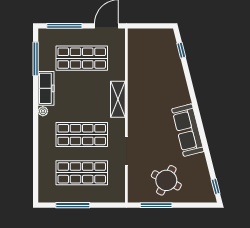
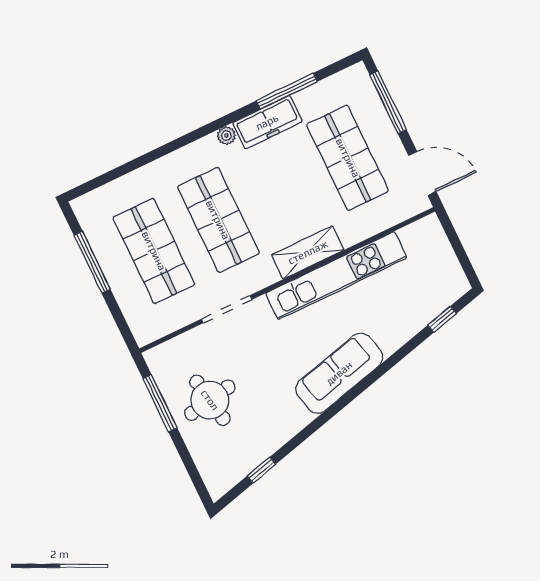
window: (36, 59) -> (287, 91), moved
kitchen unit: (136, 91) -> (336, 276), added
sofa: (188, 130) -> (339, 373), moved
round table: (166, 180) -> (210, 400), turned -37
window: (216, 187) -> (262, 470), moved

